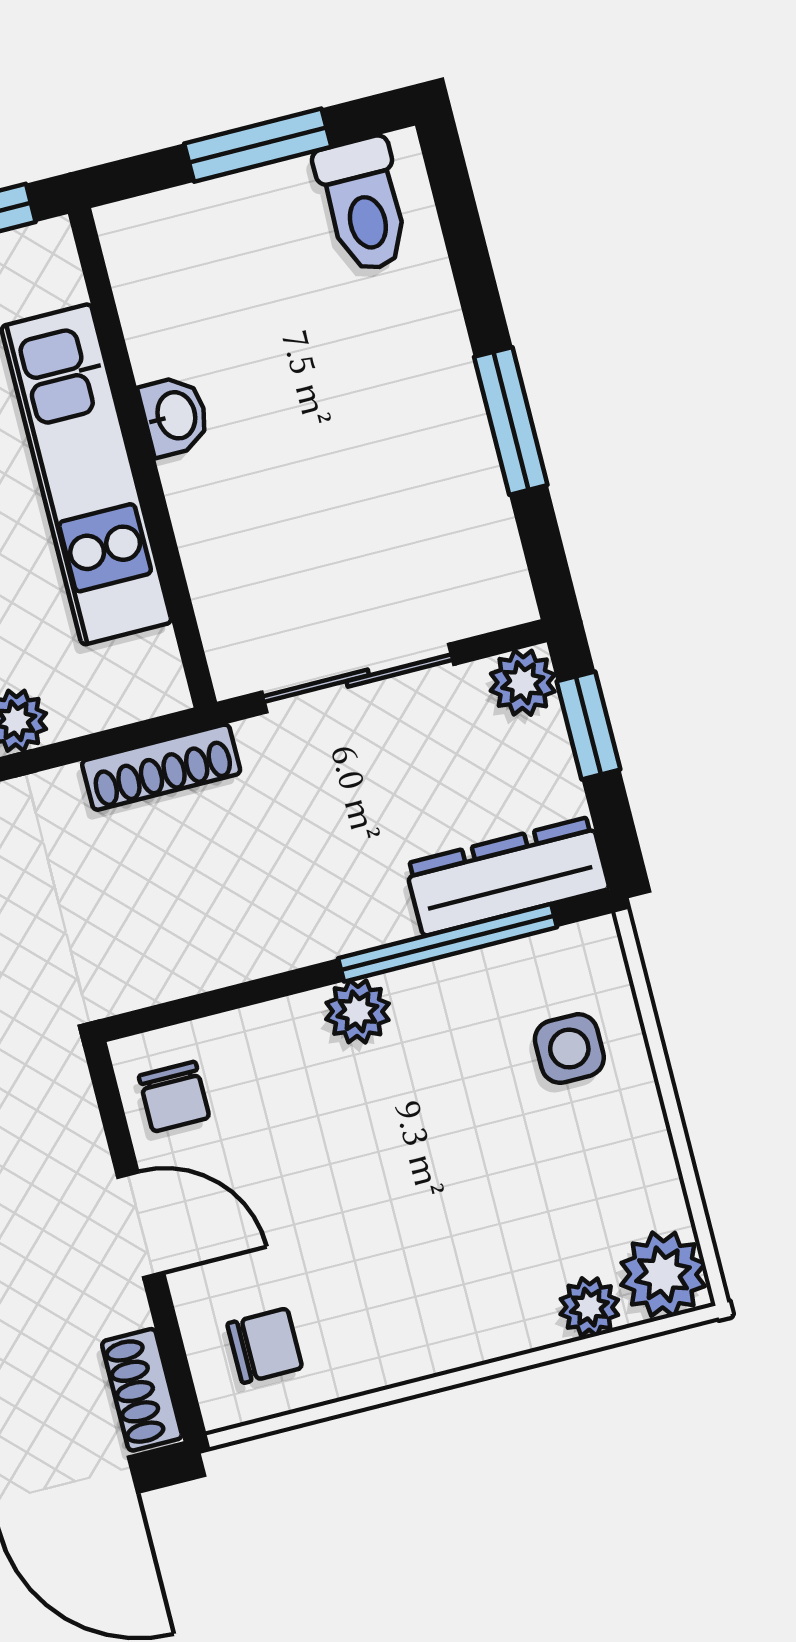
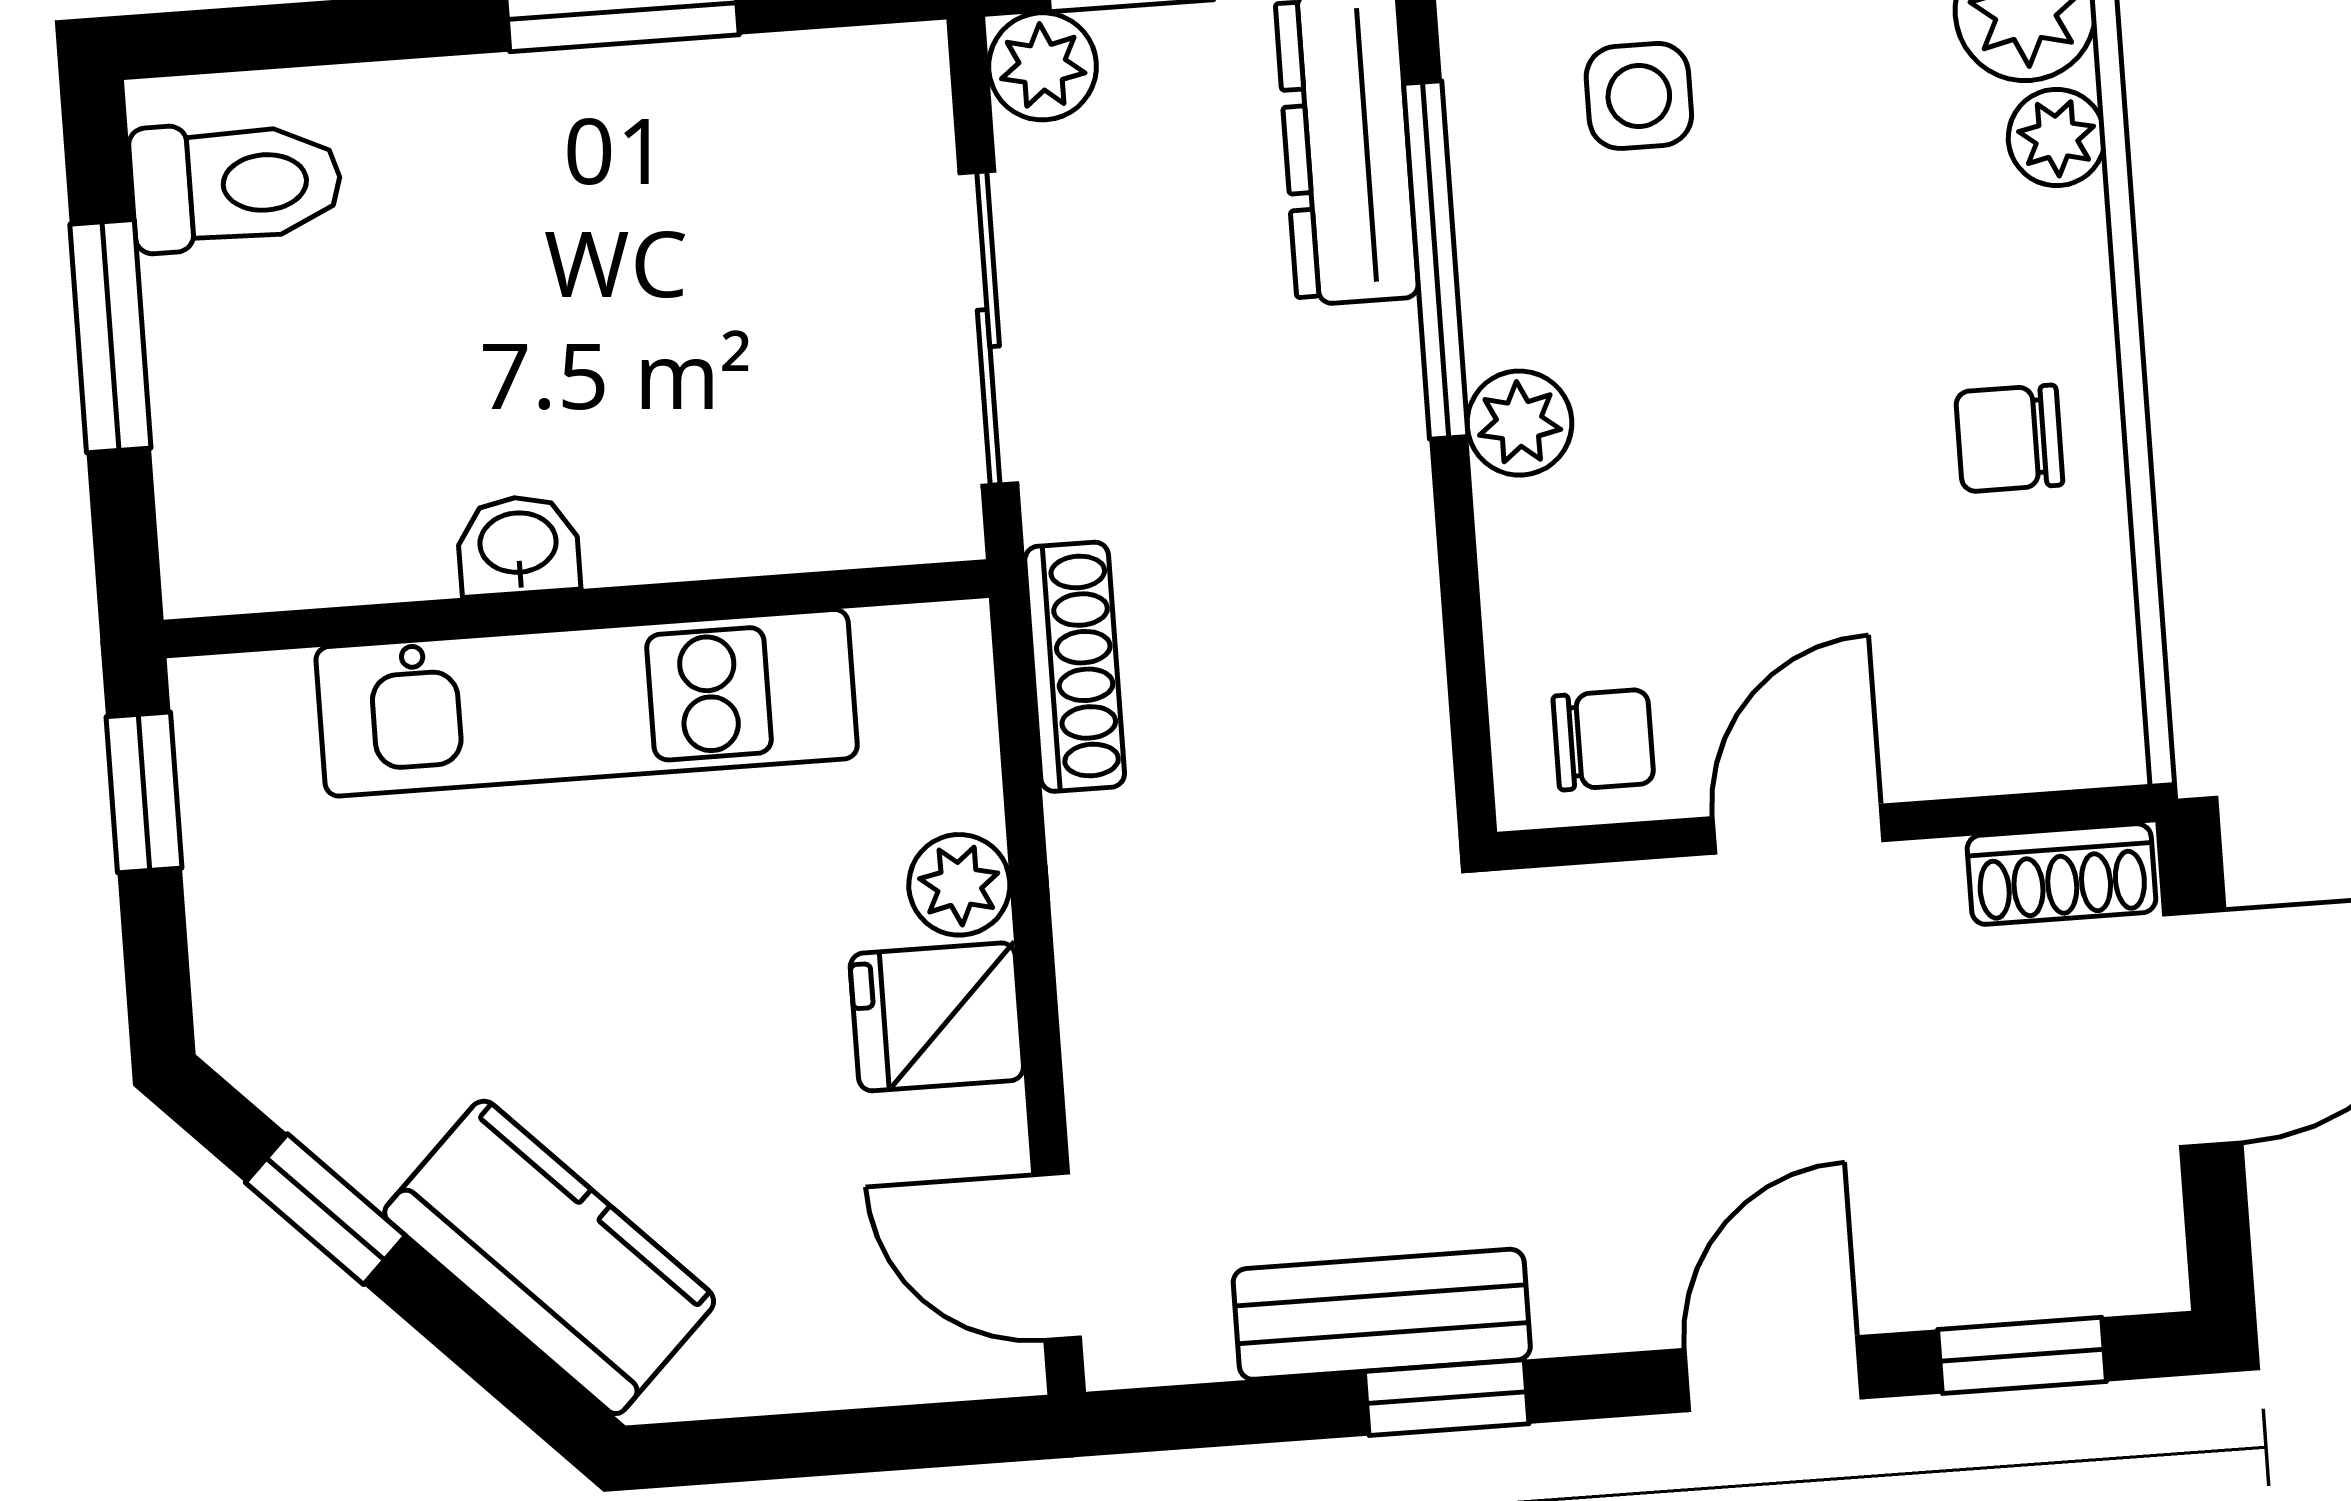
chair: (265, 1346) -> (2009, 438), moved, turned -90

